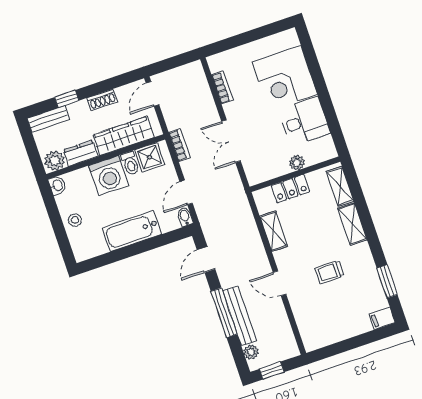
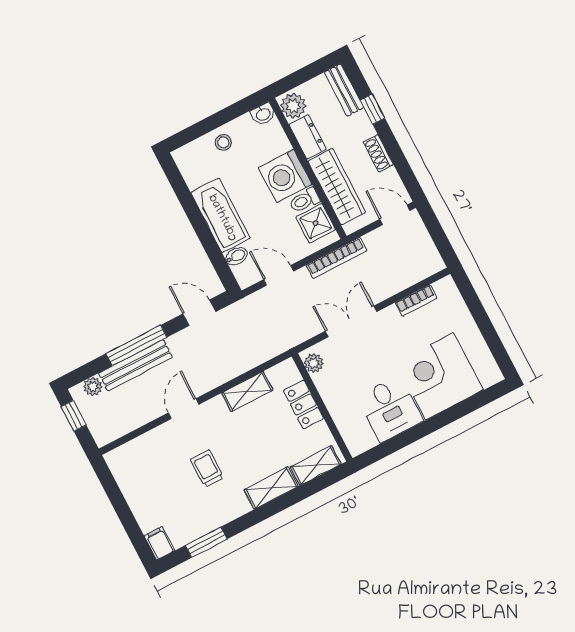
bookcase: (179, 145) -> (336, 258), width x1.56
plant: (297, 163) -> (314, 363), moved
bidet: (185, 217) -> (237, 256), moved

